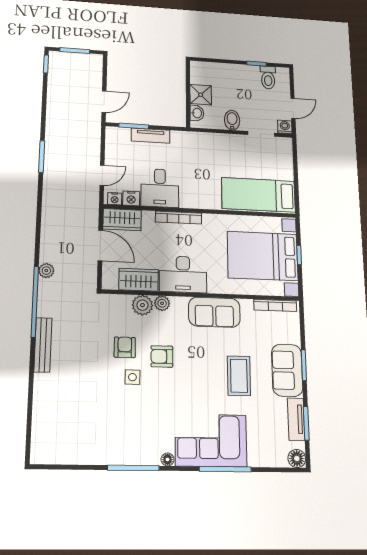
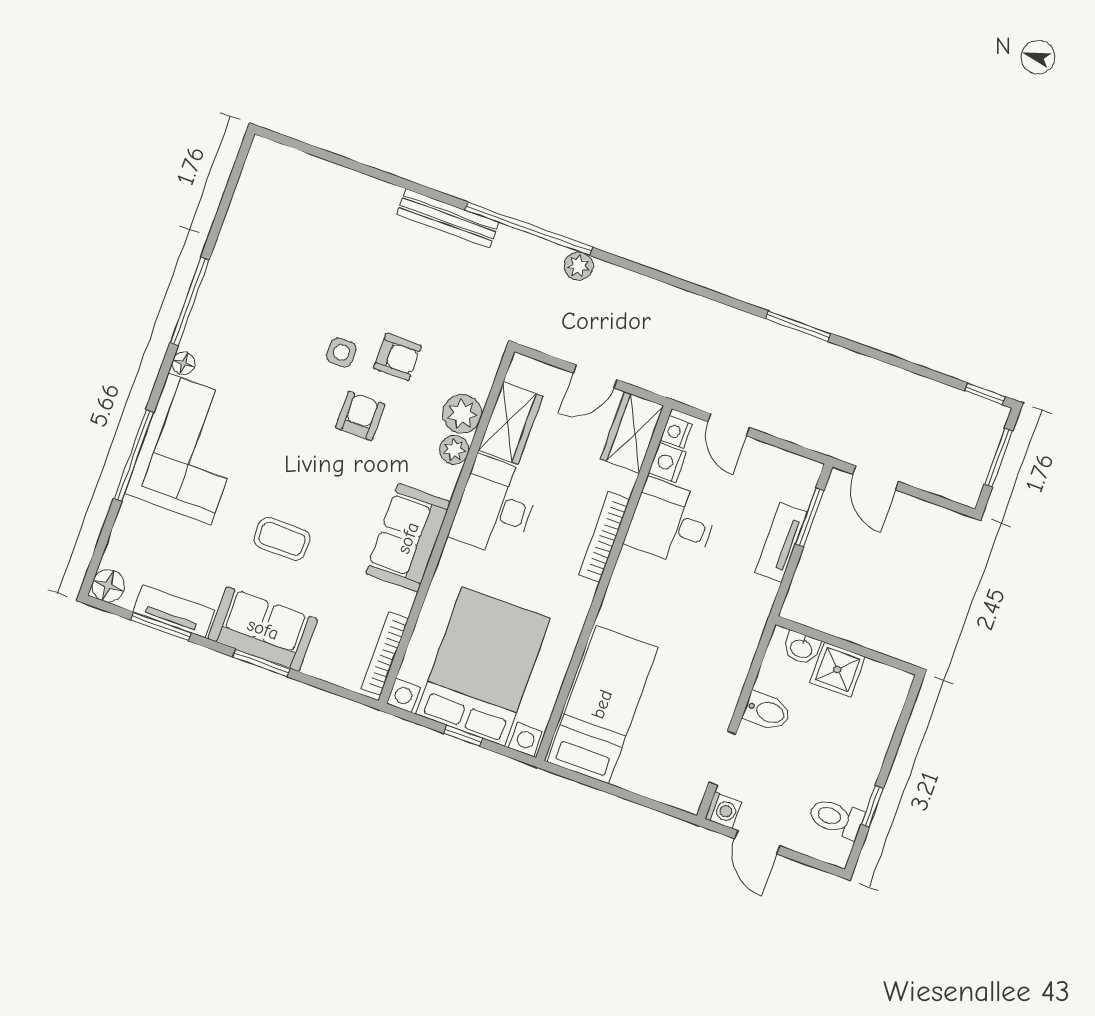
door: (100, 246) -> (595, 376), width x0.73
coffee table: (239, 376) -> (282, 539), width x0.73, depth x0.77

